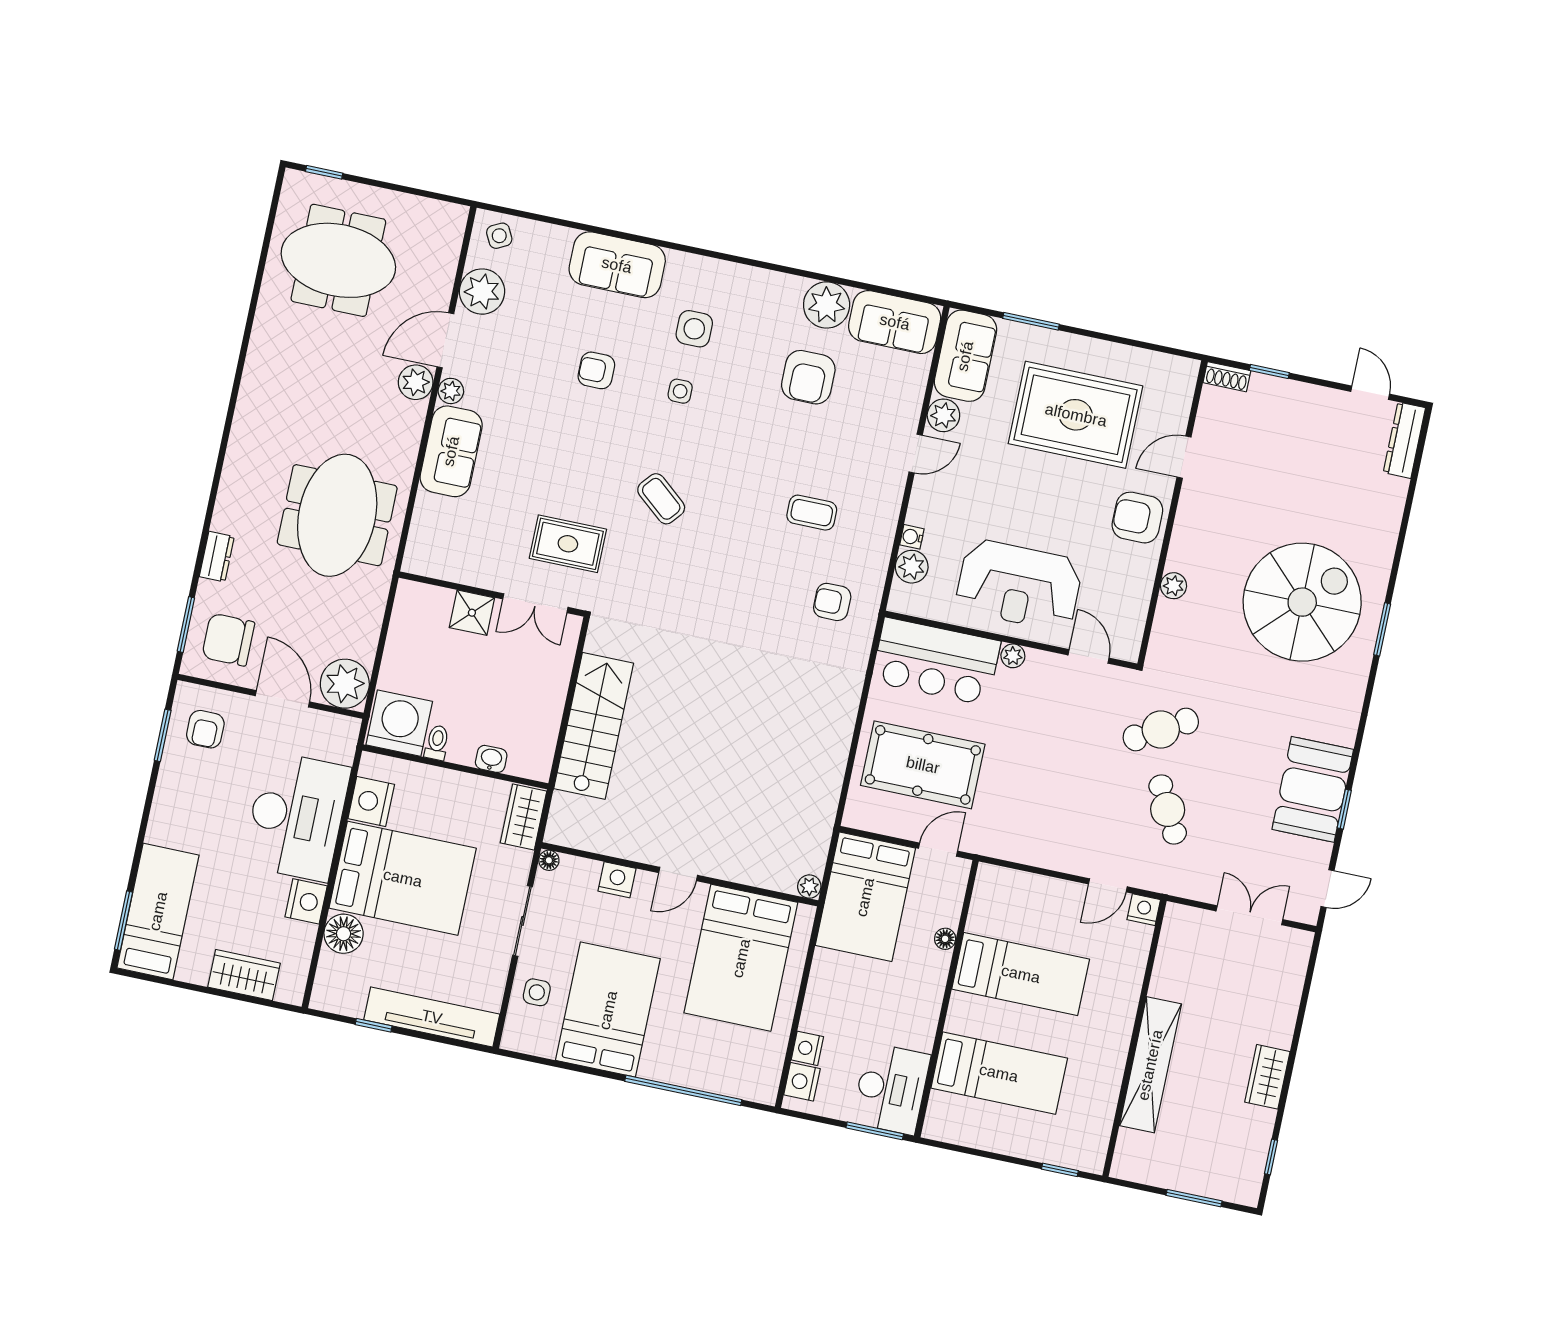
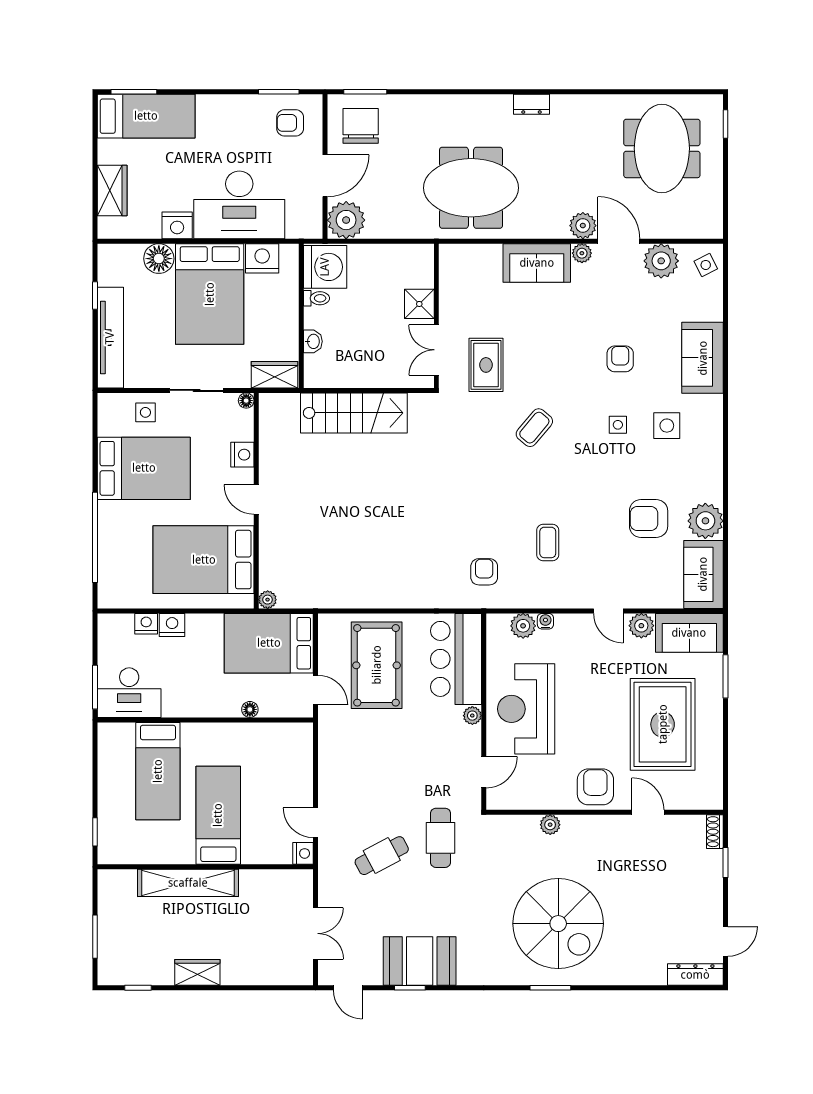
dresser: (217, 557) -> (532, 104), moved
cafe table: (1161, 729) -> (441, 838), turned 30
bed: (1021, 974) -> (218, 815), moved, turned 180
nightstand: (802, 1082) -> (172, 625), moved

